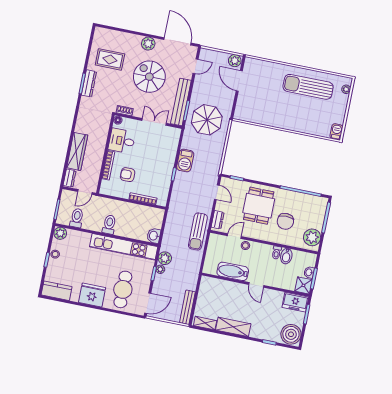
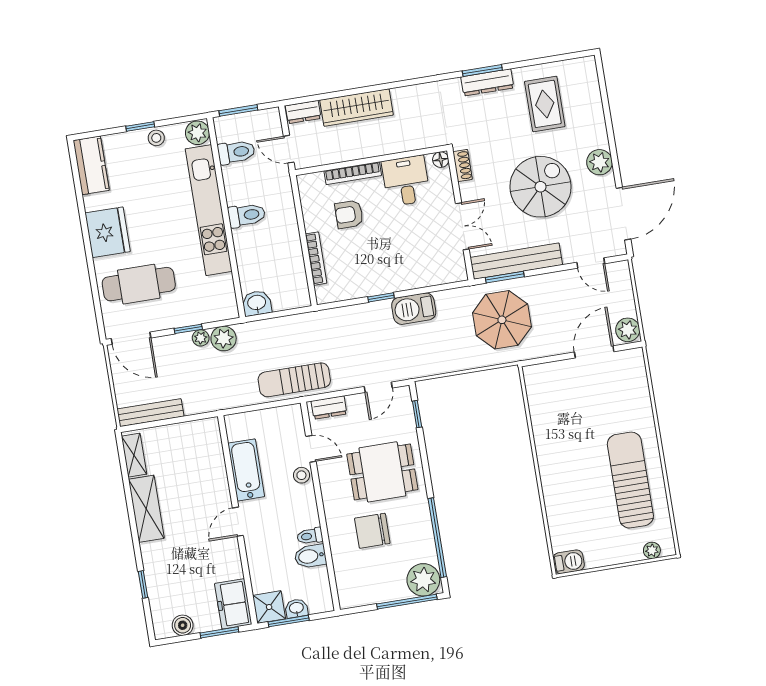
armchair: (128, 175) -> (349, 214), turned -90
plant: (312, 237) -> (423, 580), moved
kitchen unit: (124, 247) -> (209, 210), moved
boiler: (291, 334) -> (183, 625), width x0.54, depth x0.54

